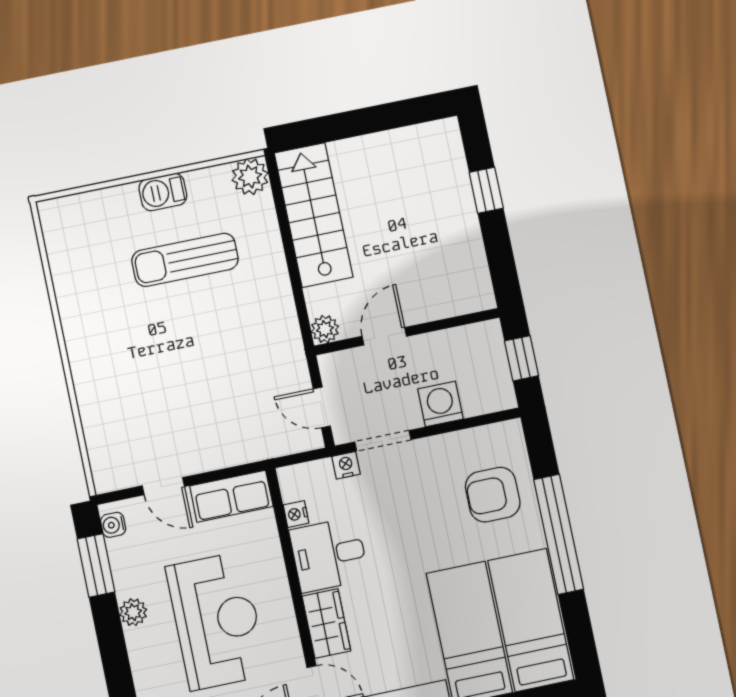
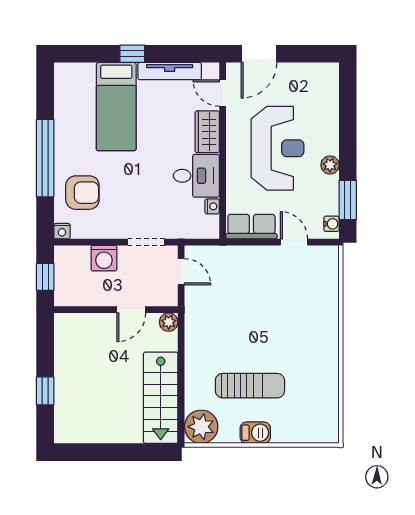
plant: (250, 177) -> (201, 427), width x1.36, depth x1.36
nightstand: (346, 465) -> (62, 231), moved
bed: (531, 620) -> (75, 107), removed
reception desk: (217, 621) -> (277, 148), turned 180

